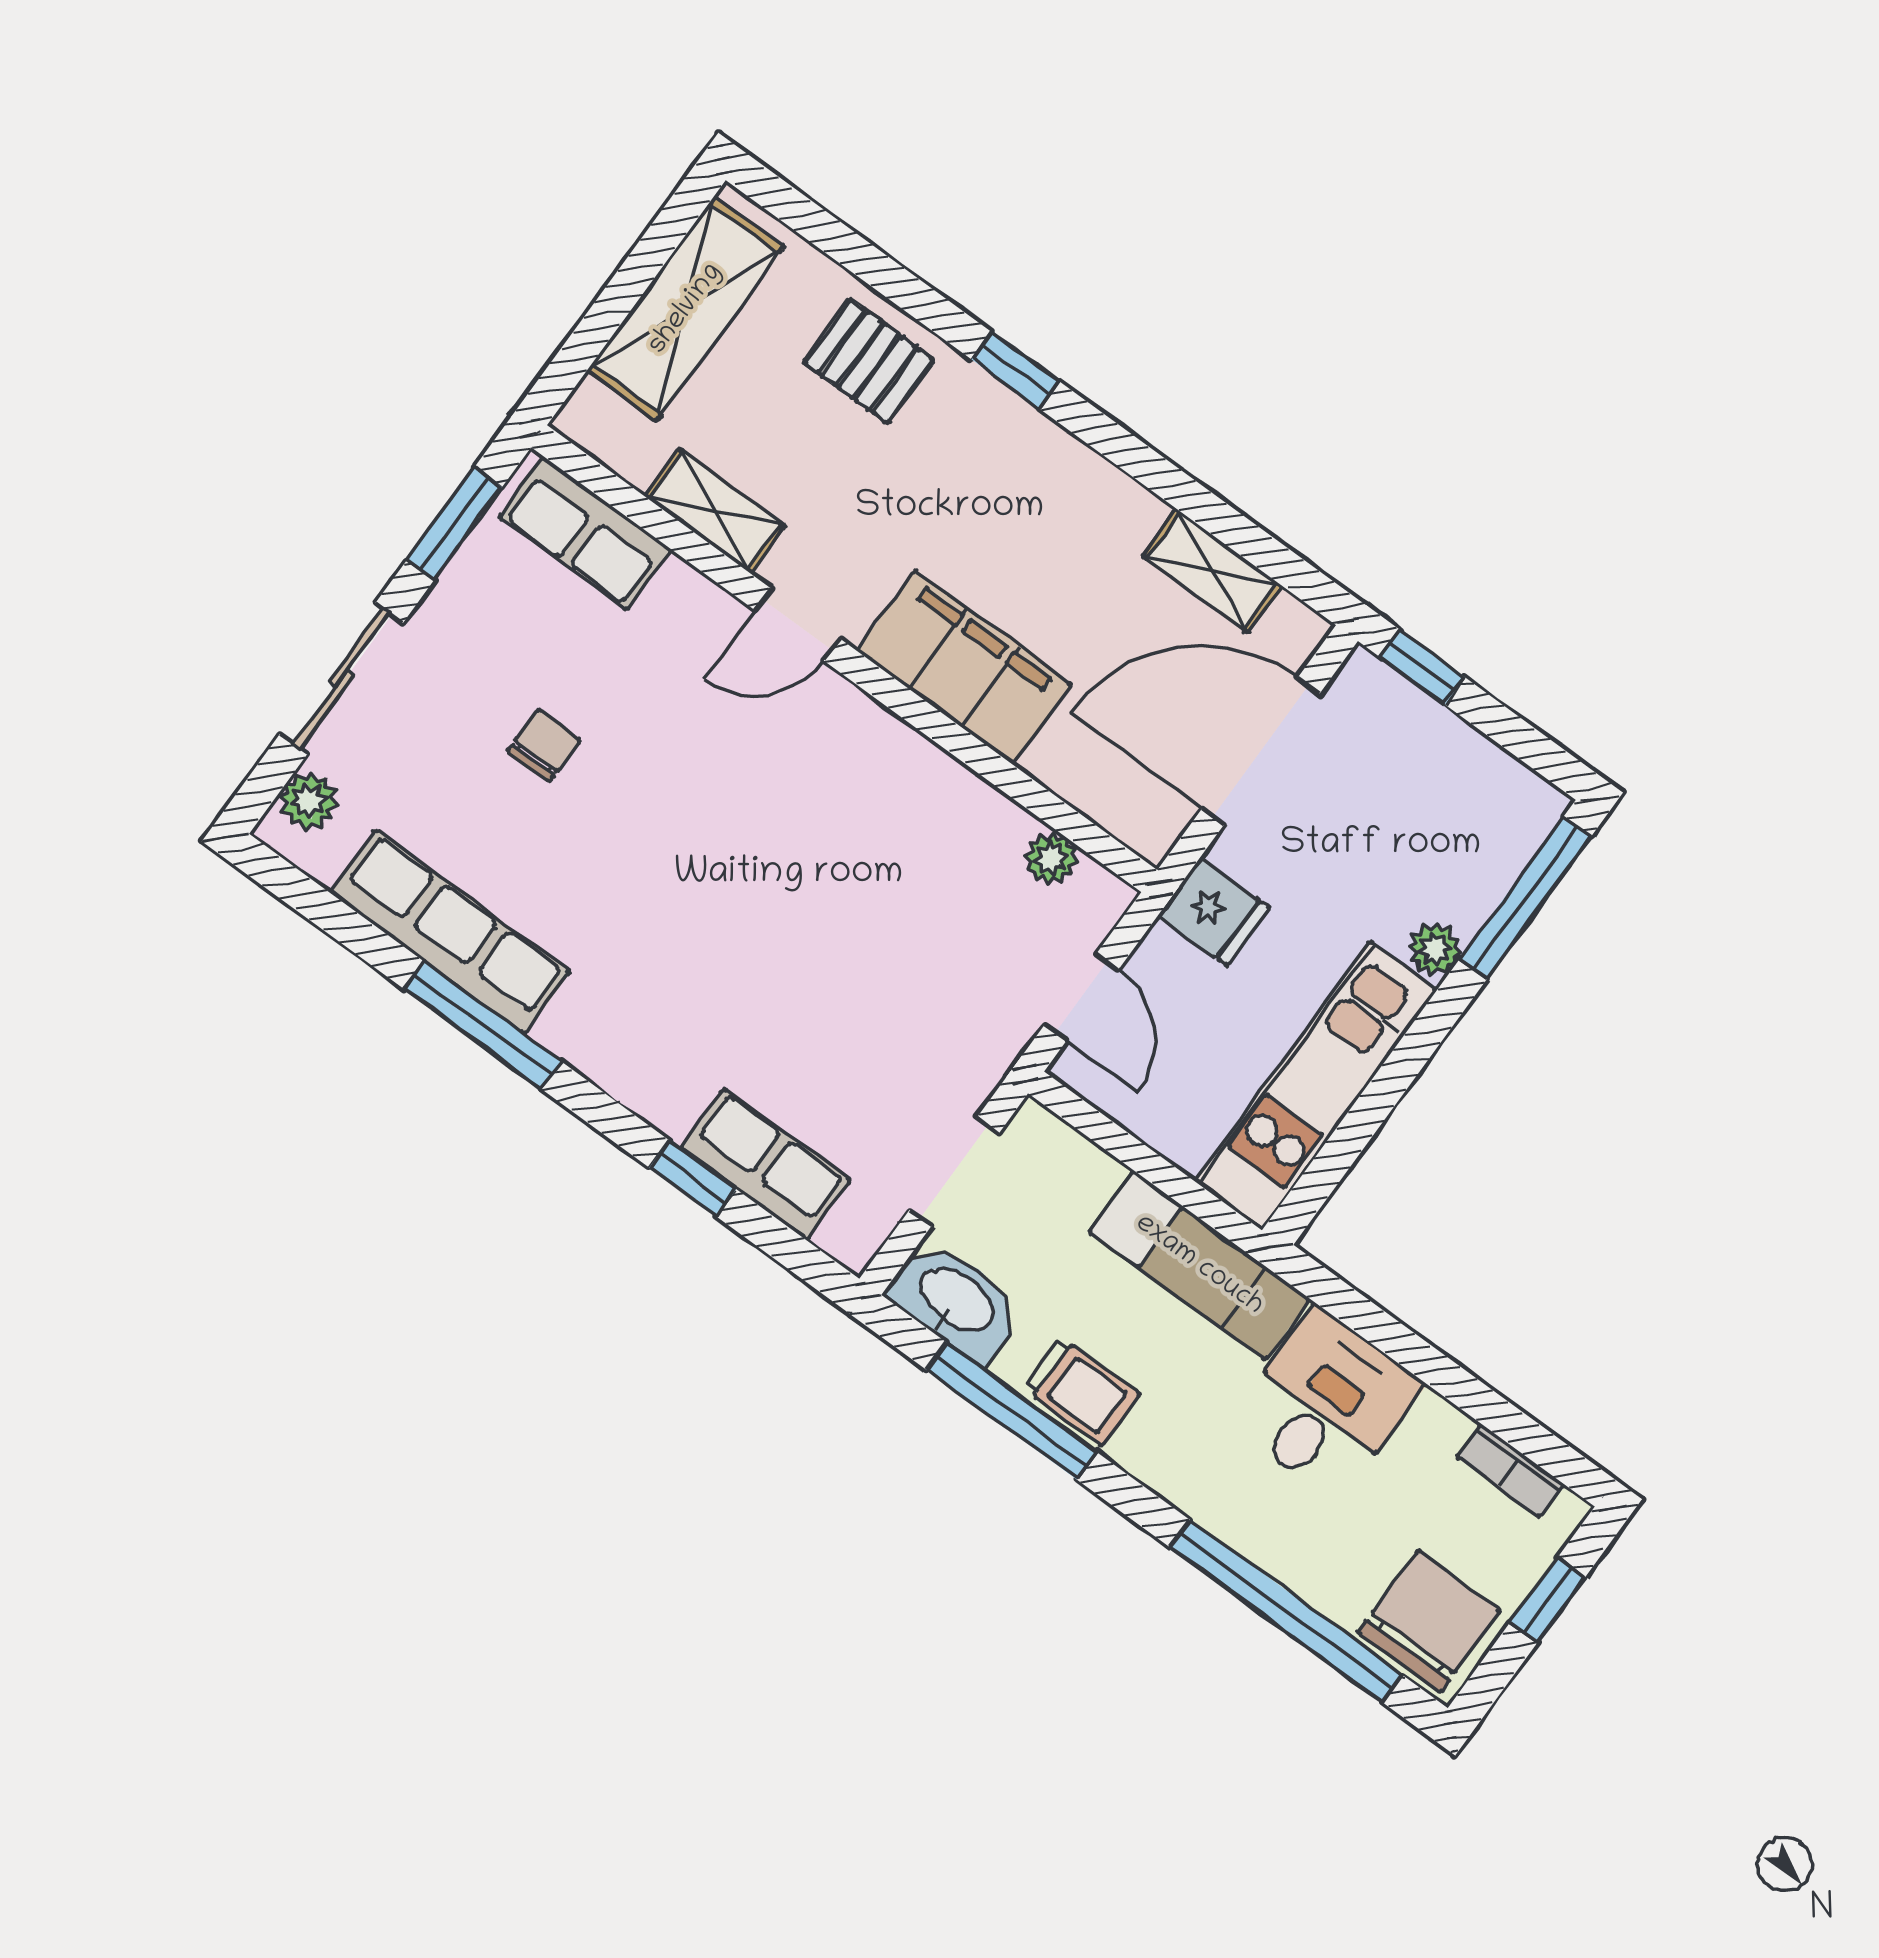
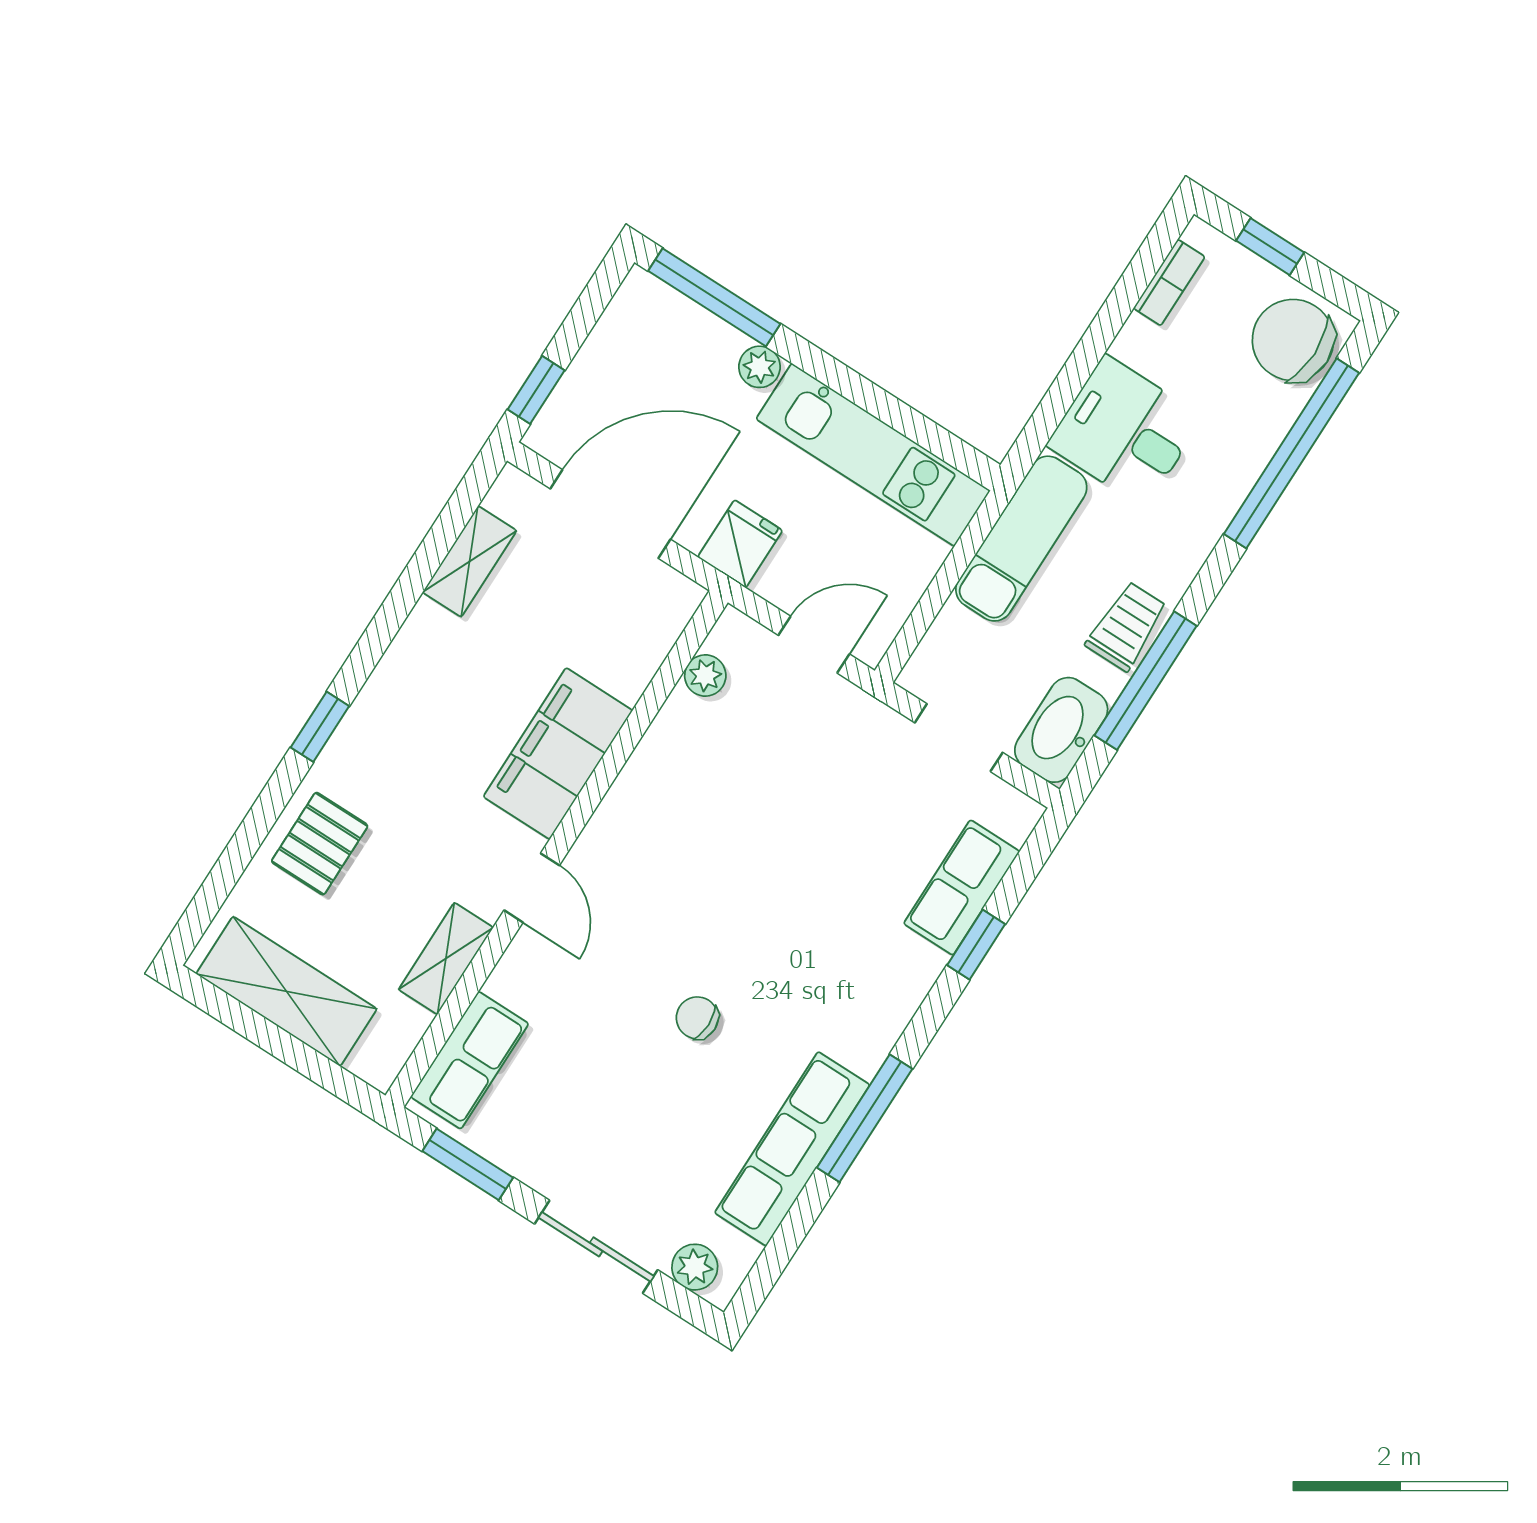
chair: (544, 745) -> (697, 1018), moved
door: (1261, 751) -> (610, 514), swing flipped

